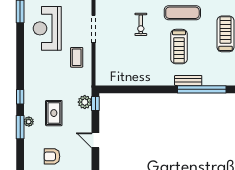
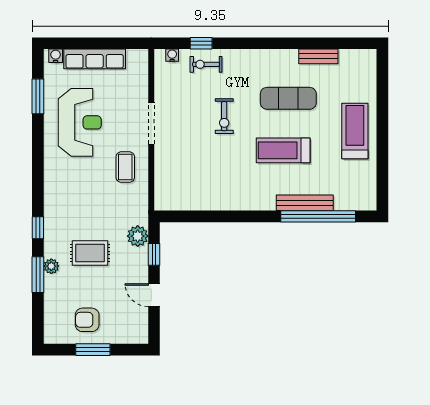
reception desk: (47, 28) -> (80, 122), turned 180
treadmill: (179, 47) -> (283, 150), turned 90
bench: (188, 80) -> (305, 203), width x1.36
window: (95, 104) -> (154, 254), moved
rug: (54, 113) -> (90, 253), turned 90

